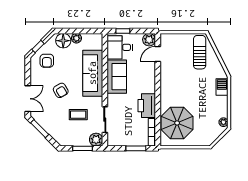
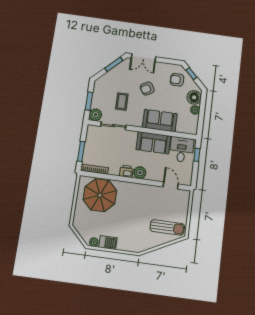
plant: (149, 40) -> (140, 173), moved
sofa: (93, 73) -> (160, 121), width x0.73
barbecue: (222, 87) -> (108, 242), moved
printer: (147, 106) -> (126, 171), width x0.53, depth x0.68

